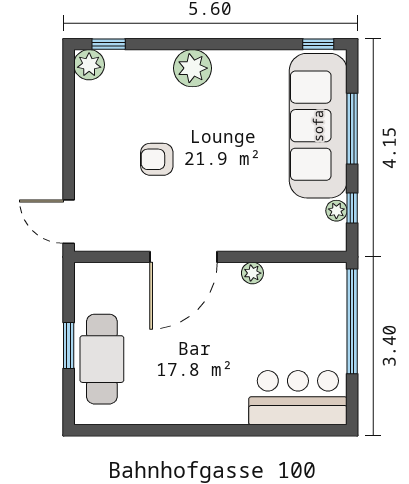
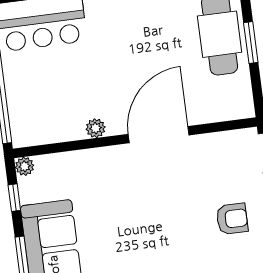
armchair: (157, 159) -> (232, 219), moved
plant: (336, 211) -> (25, 166), moved

